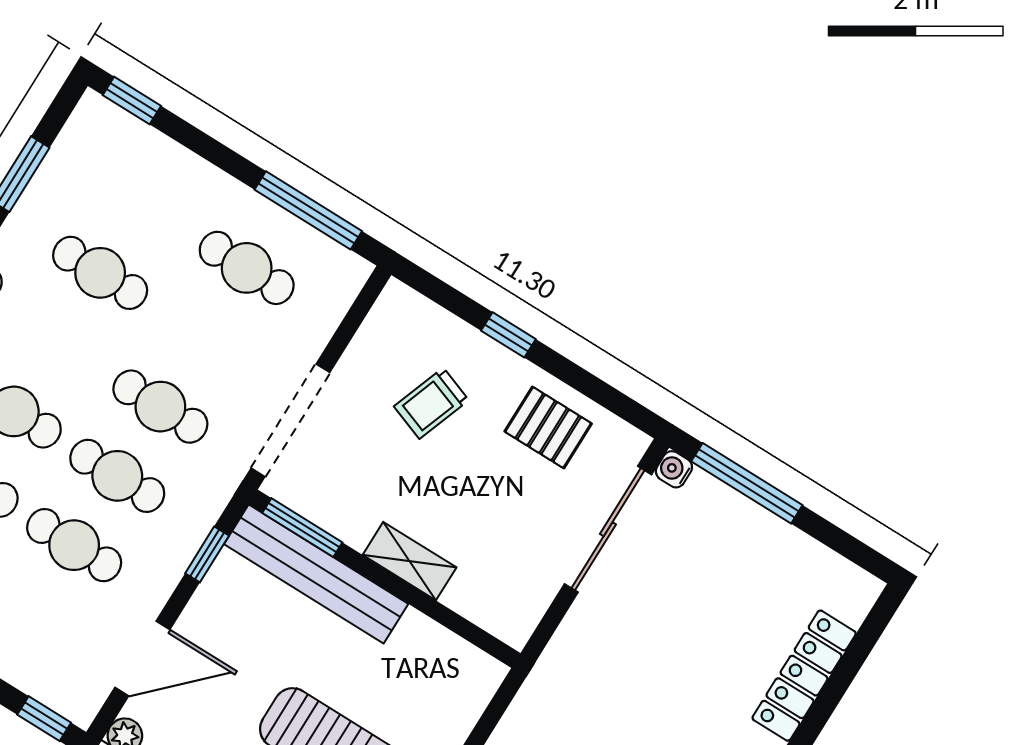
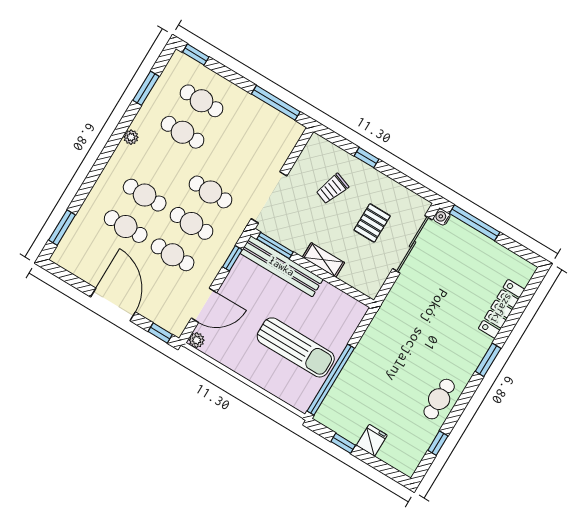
cafe table: (247, 268) -> (201, 101), moved
pallet: (548, 428) -> (372, 223), moved, turned 90

